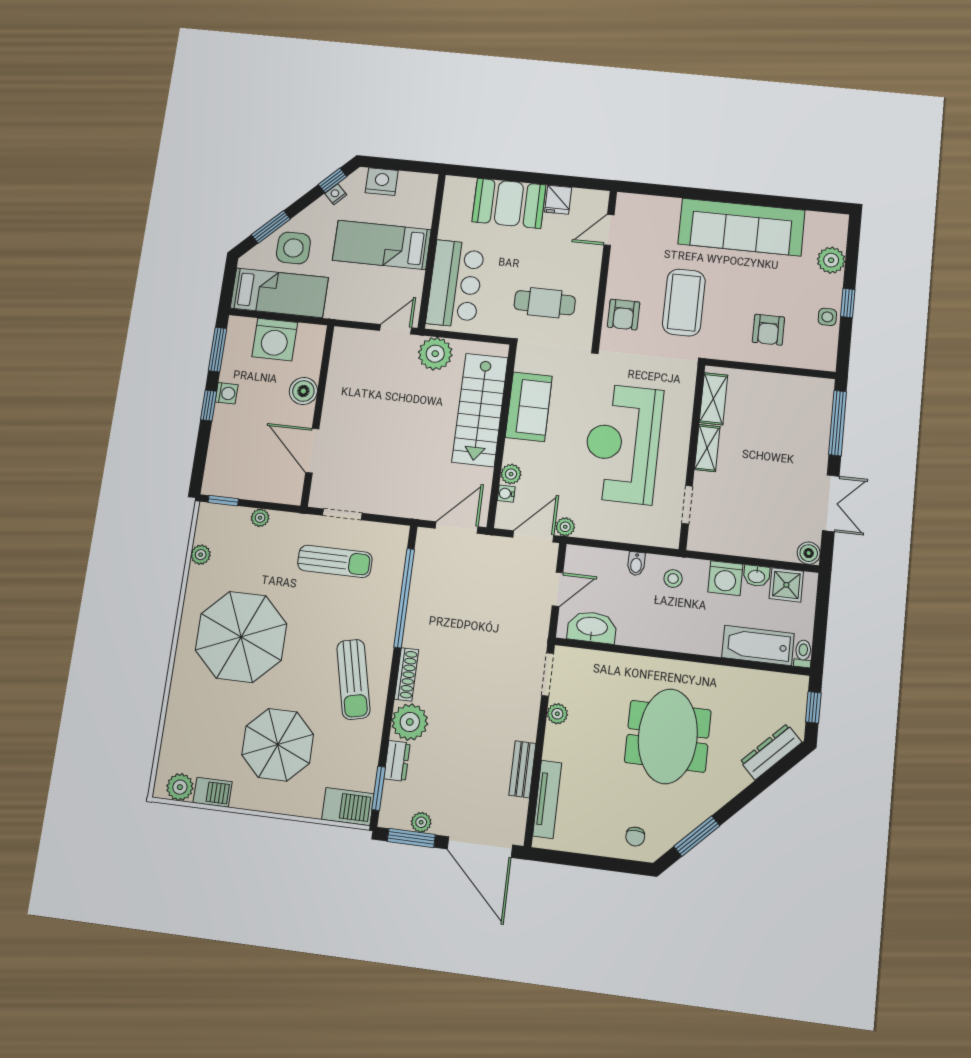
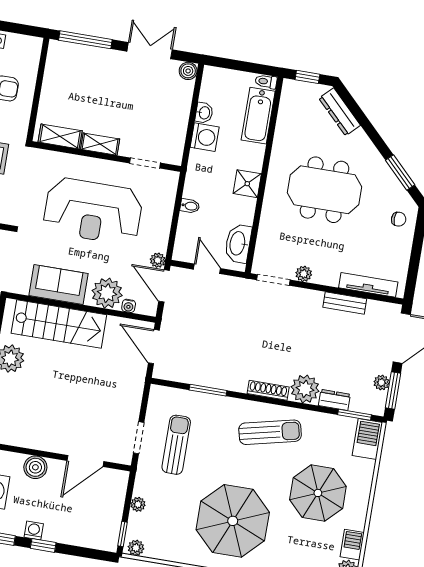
plant: (511, 474) -> (107, 293), width x1.88, depth x1.88
plant: (201, 555) -> (136, 548), moved
stool: (673, 579) -> (203, 178), removed
shower: (786, 585) -> (247, 184), moved
window: (404, 598) -> (208, 390), width x0.47

